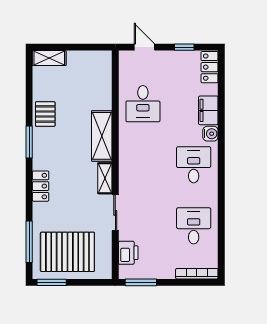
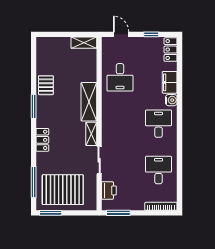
shelving: (49, 58) -> (84, 43), moved

